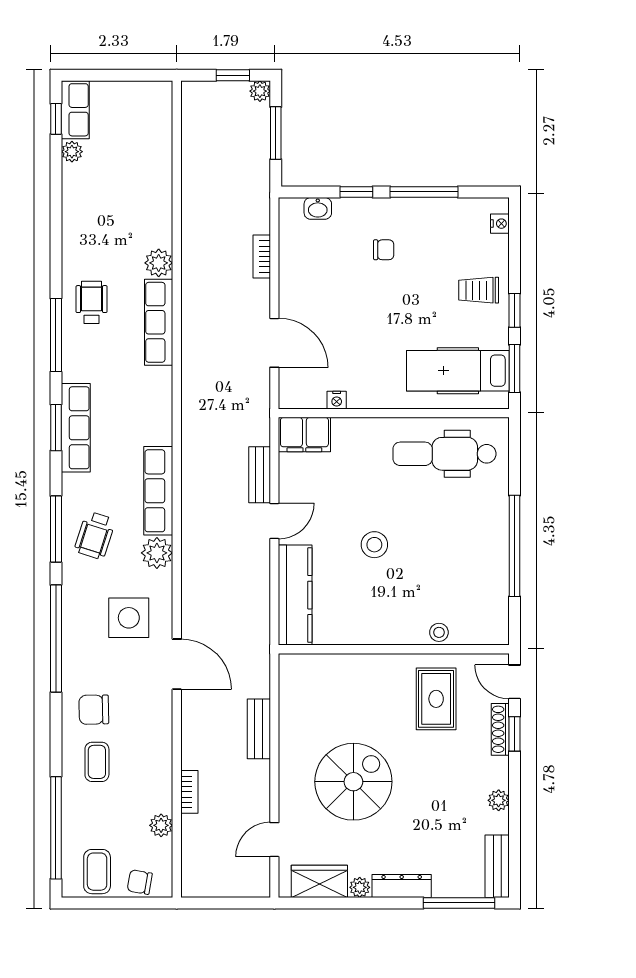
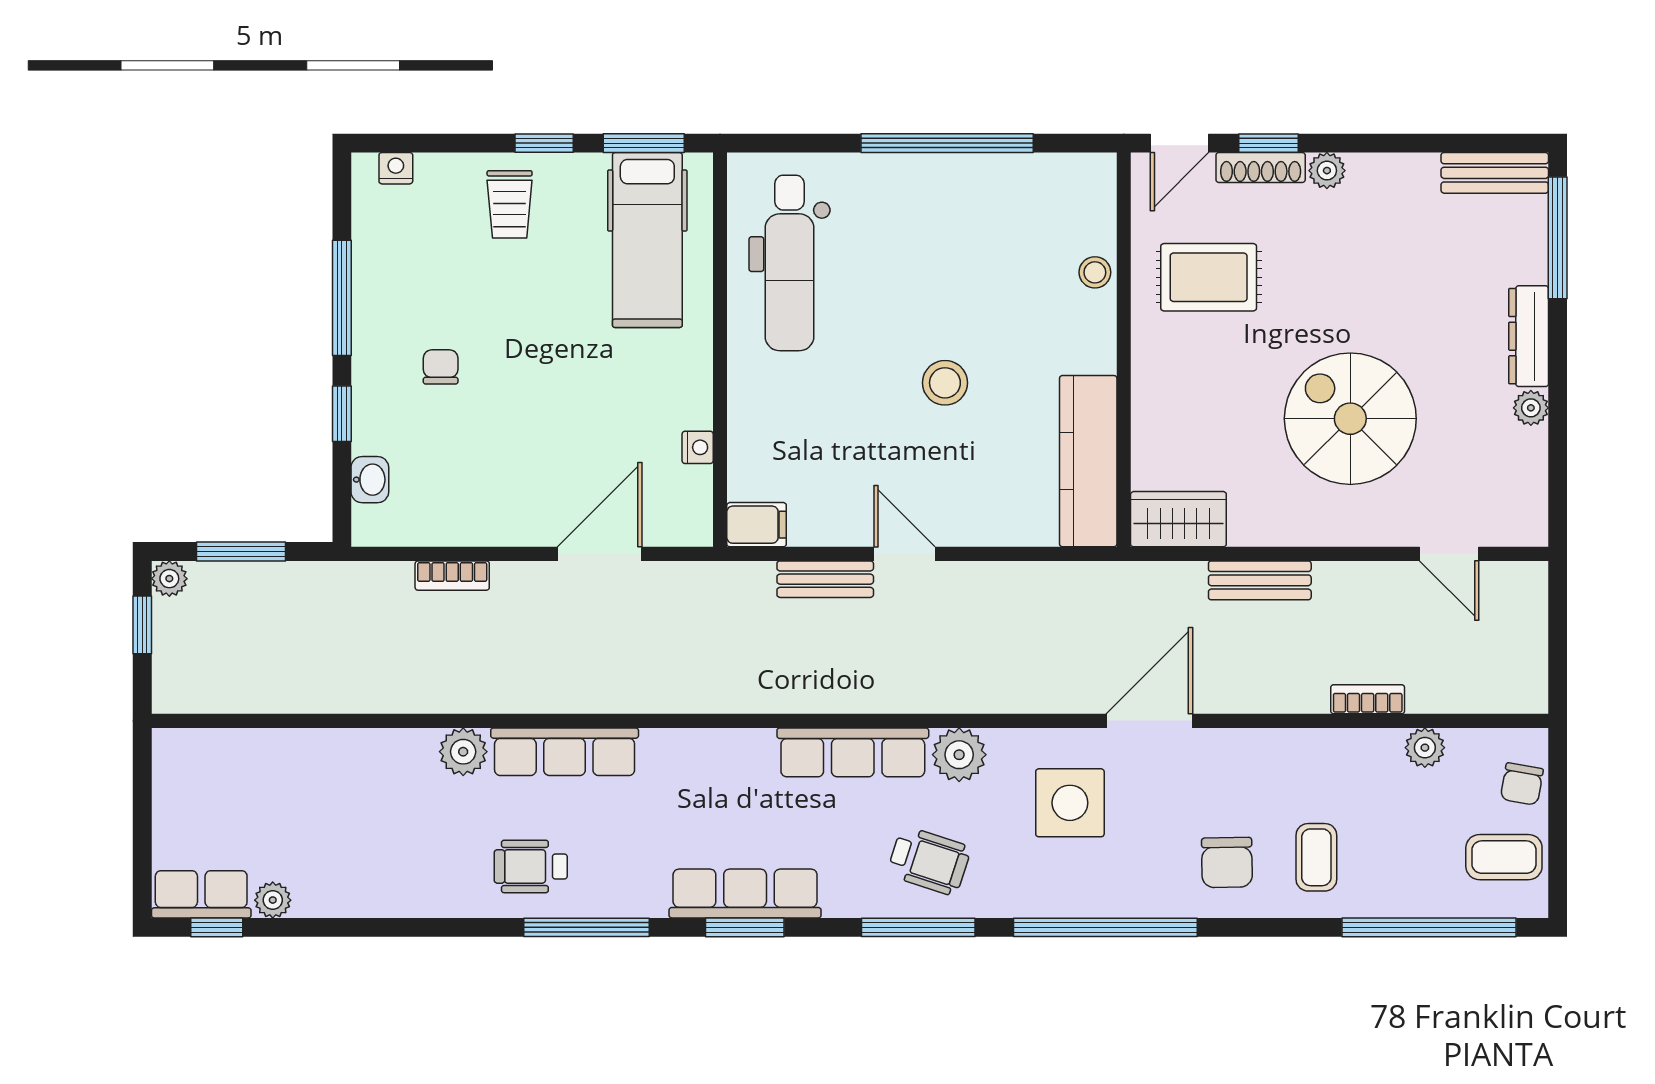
filing cabinet: (304, 435) -> (757, 525), width x0.50
kitchen counter: (295, 595) -> (1088, 461), moved, turned -90
coffee table: (97, 762) -> (1316, 857), turned 90
plant: (499, 800) -> (1327, 171), moved
wardrobe: (319, 881) -> (1178, 519), moved, turned 90

